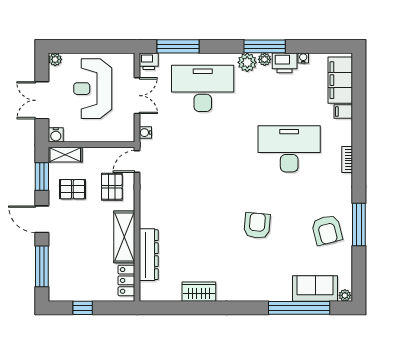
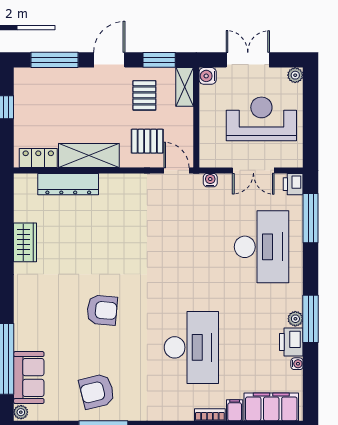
plant: (247, 62) -> (292, 299), removed
bookcase: (347, 160) -> (210, 415), moved

